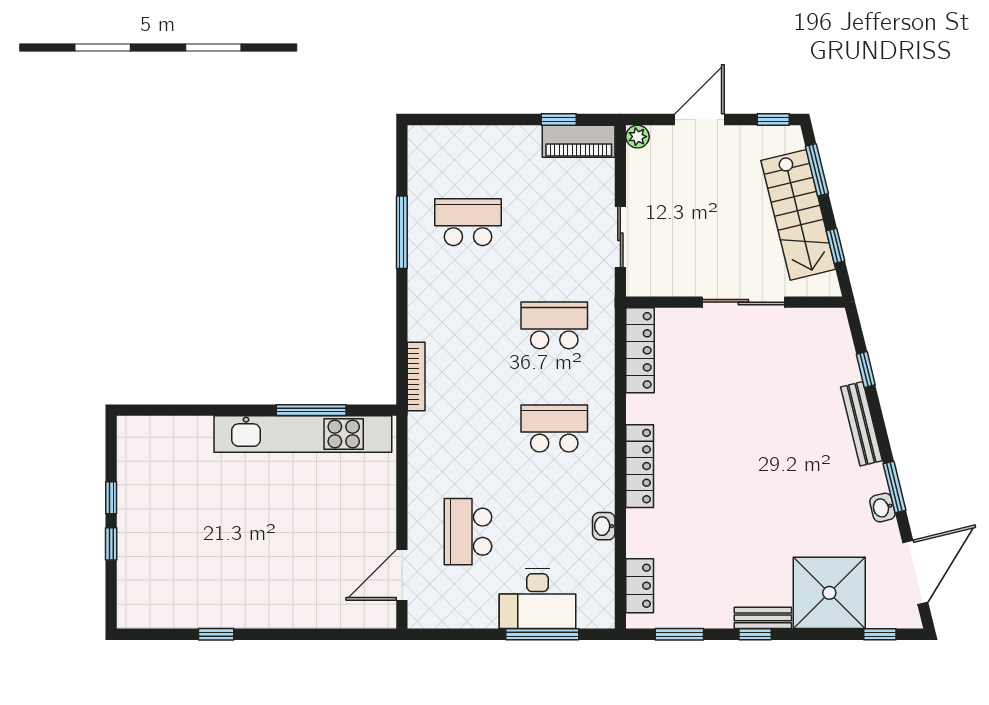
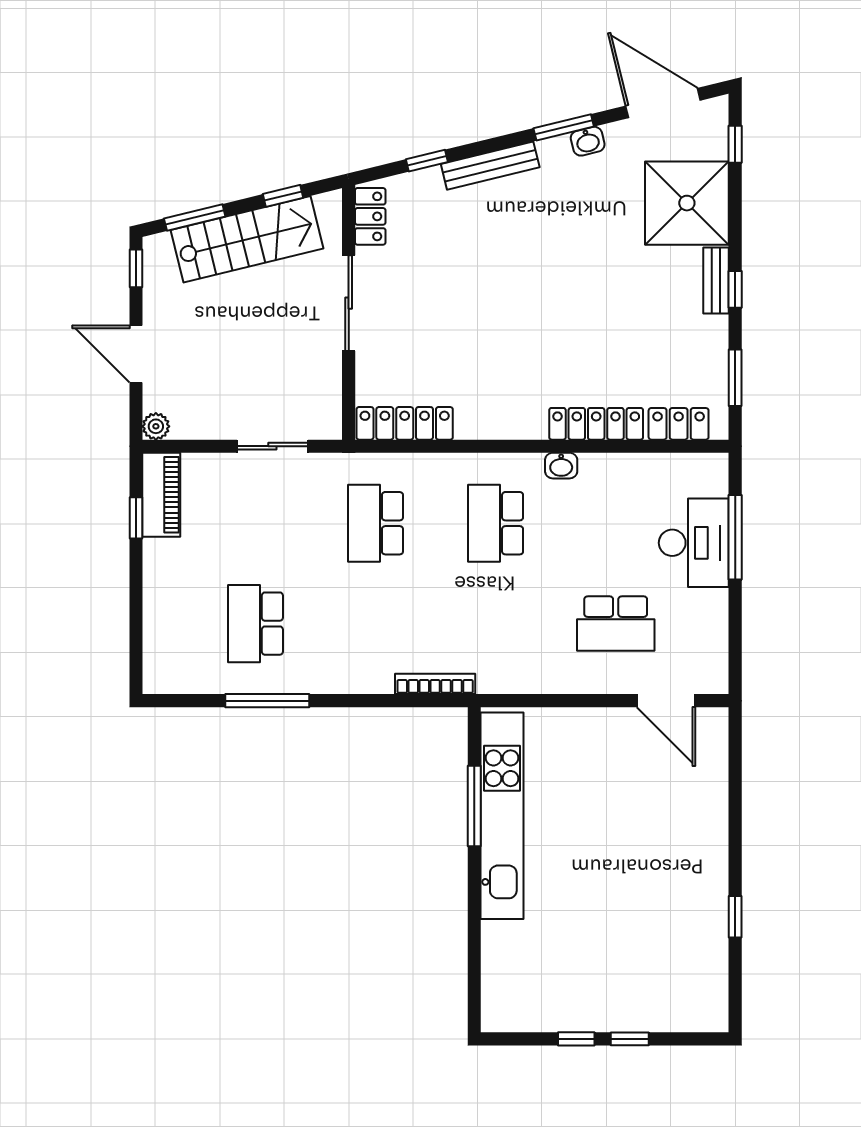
locker: (818, 321) -> (370, 216), added
locker: (640, 466) -> (596, 424), moved
washbasin: (604, 526) -> (561, 466), moved

